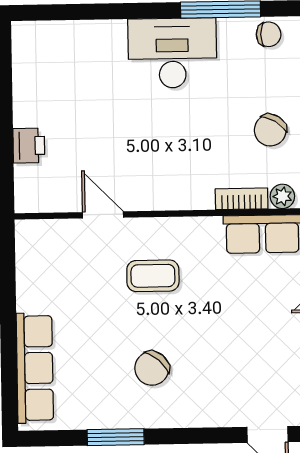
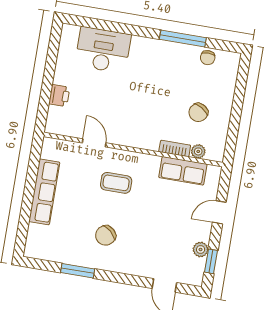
chair: (269, 34) -> (208, 58), turned 90
desk: (172, 53) -> (103, 50), moved
row of seats: (35, 368) -> (44, 192), moved

